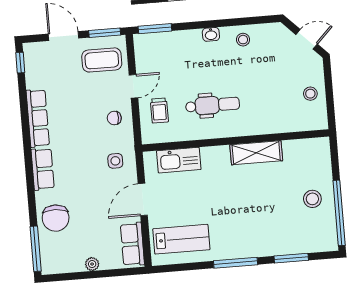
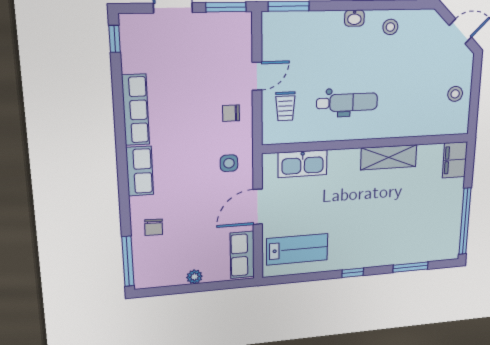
coffee table: (102, 60) -> (220, 42), removed
filing cabinet: (320, 154) -> (455, 160), added
stool: (312, 199) -> (440, 207), removed
chair: (56, 218) -> (154, 227), width x0.54, depth x0.54
window: (236, 263) -> (353, 273), width x0.46

